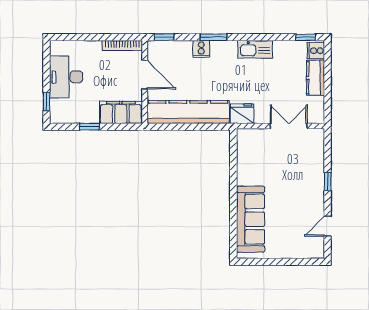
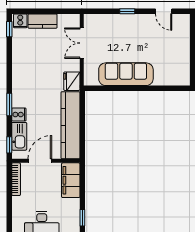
kitchen sink: (255, 49) -> (19, 136), moved
window: (89, 127) -> (82, 218), moved
sofa: (251, 219) -> (126, 74), moved

